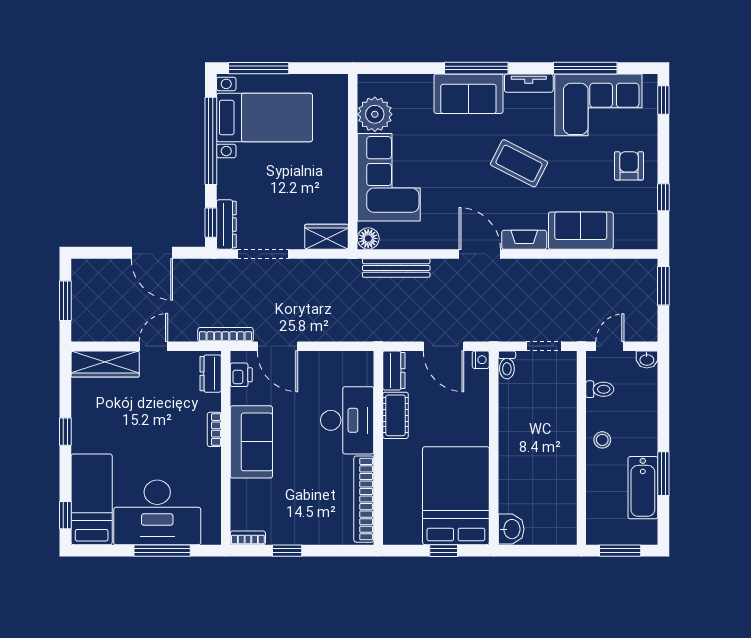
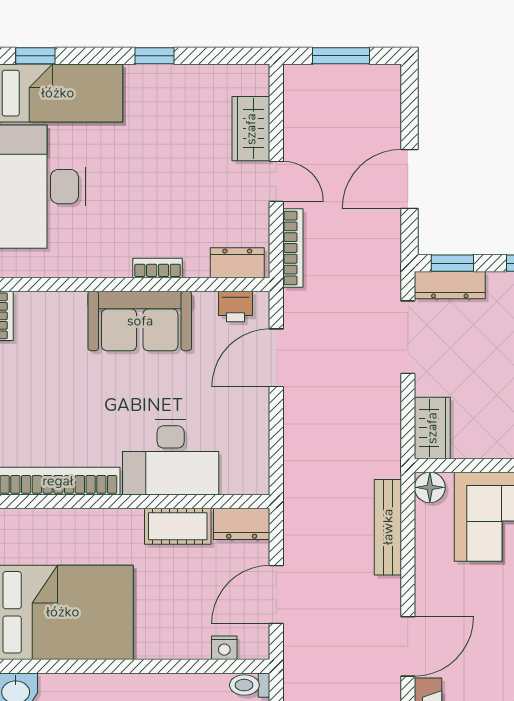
bookcase: (226, 335) -> (293, 248), moved
nightstand: (481, 360) -> (224, 648), moved
wardrobe: (105, 364) -> (251, 129), width x0.67

